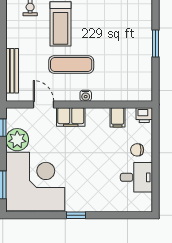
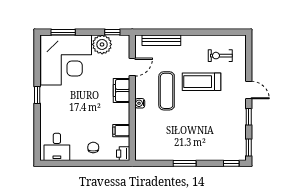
desk: (136, 177) -> (57, 147), moved

